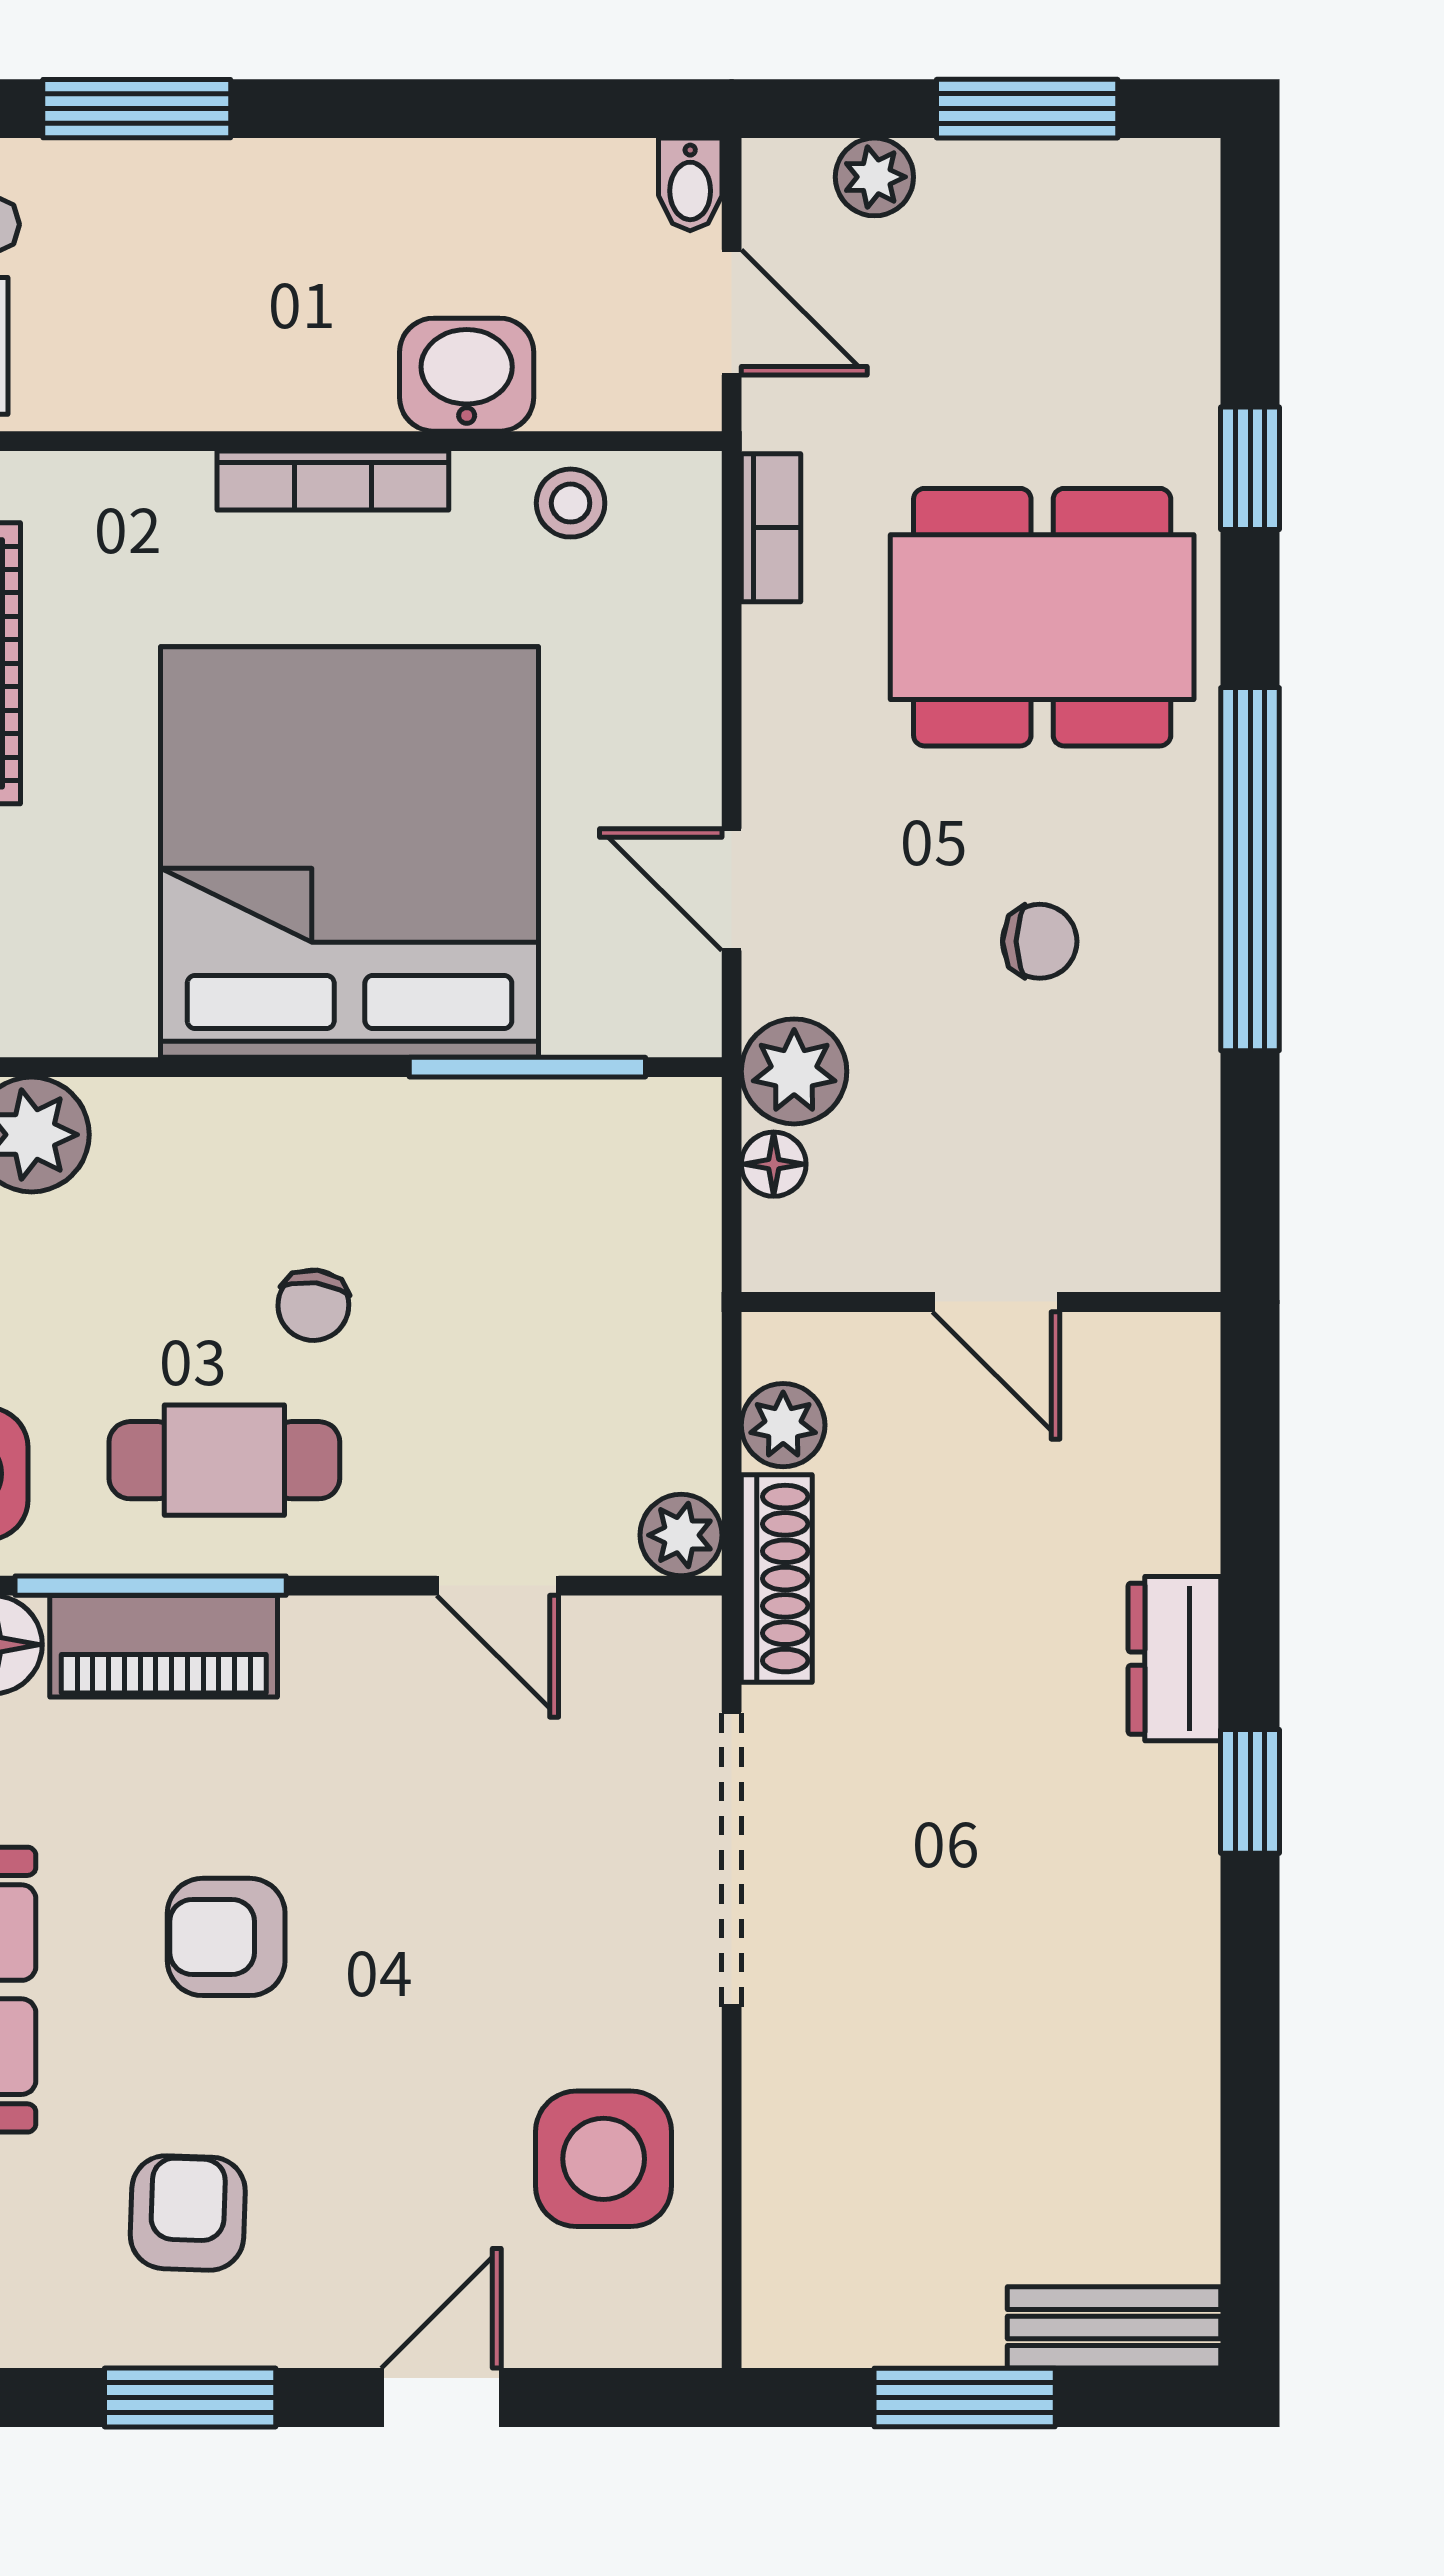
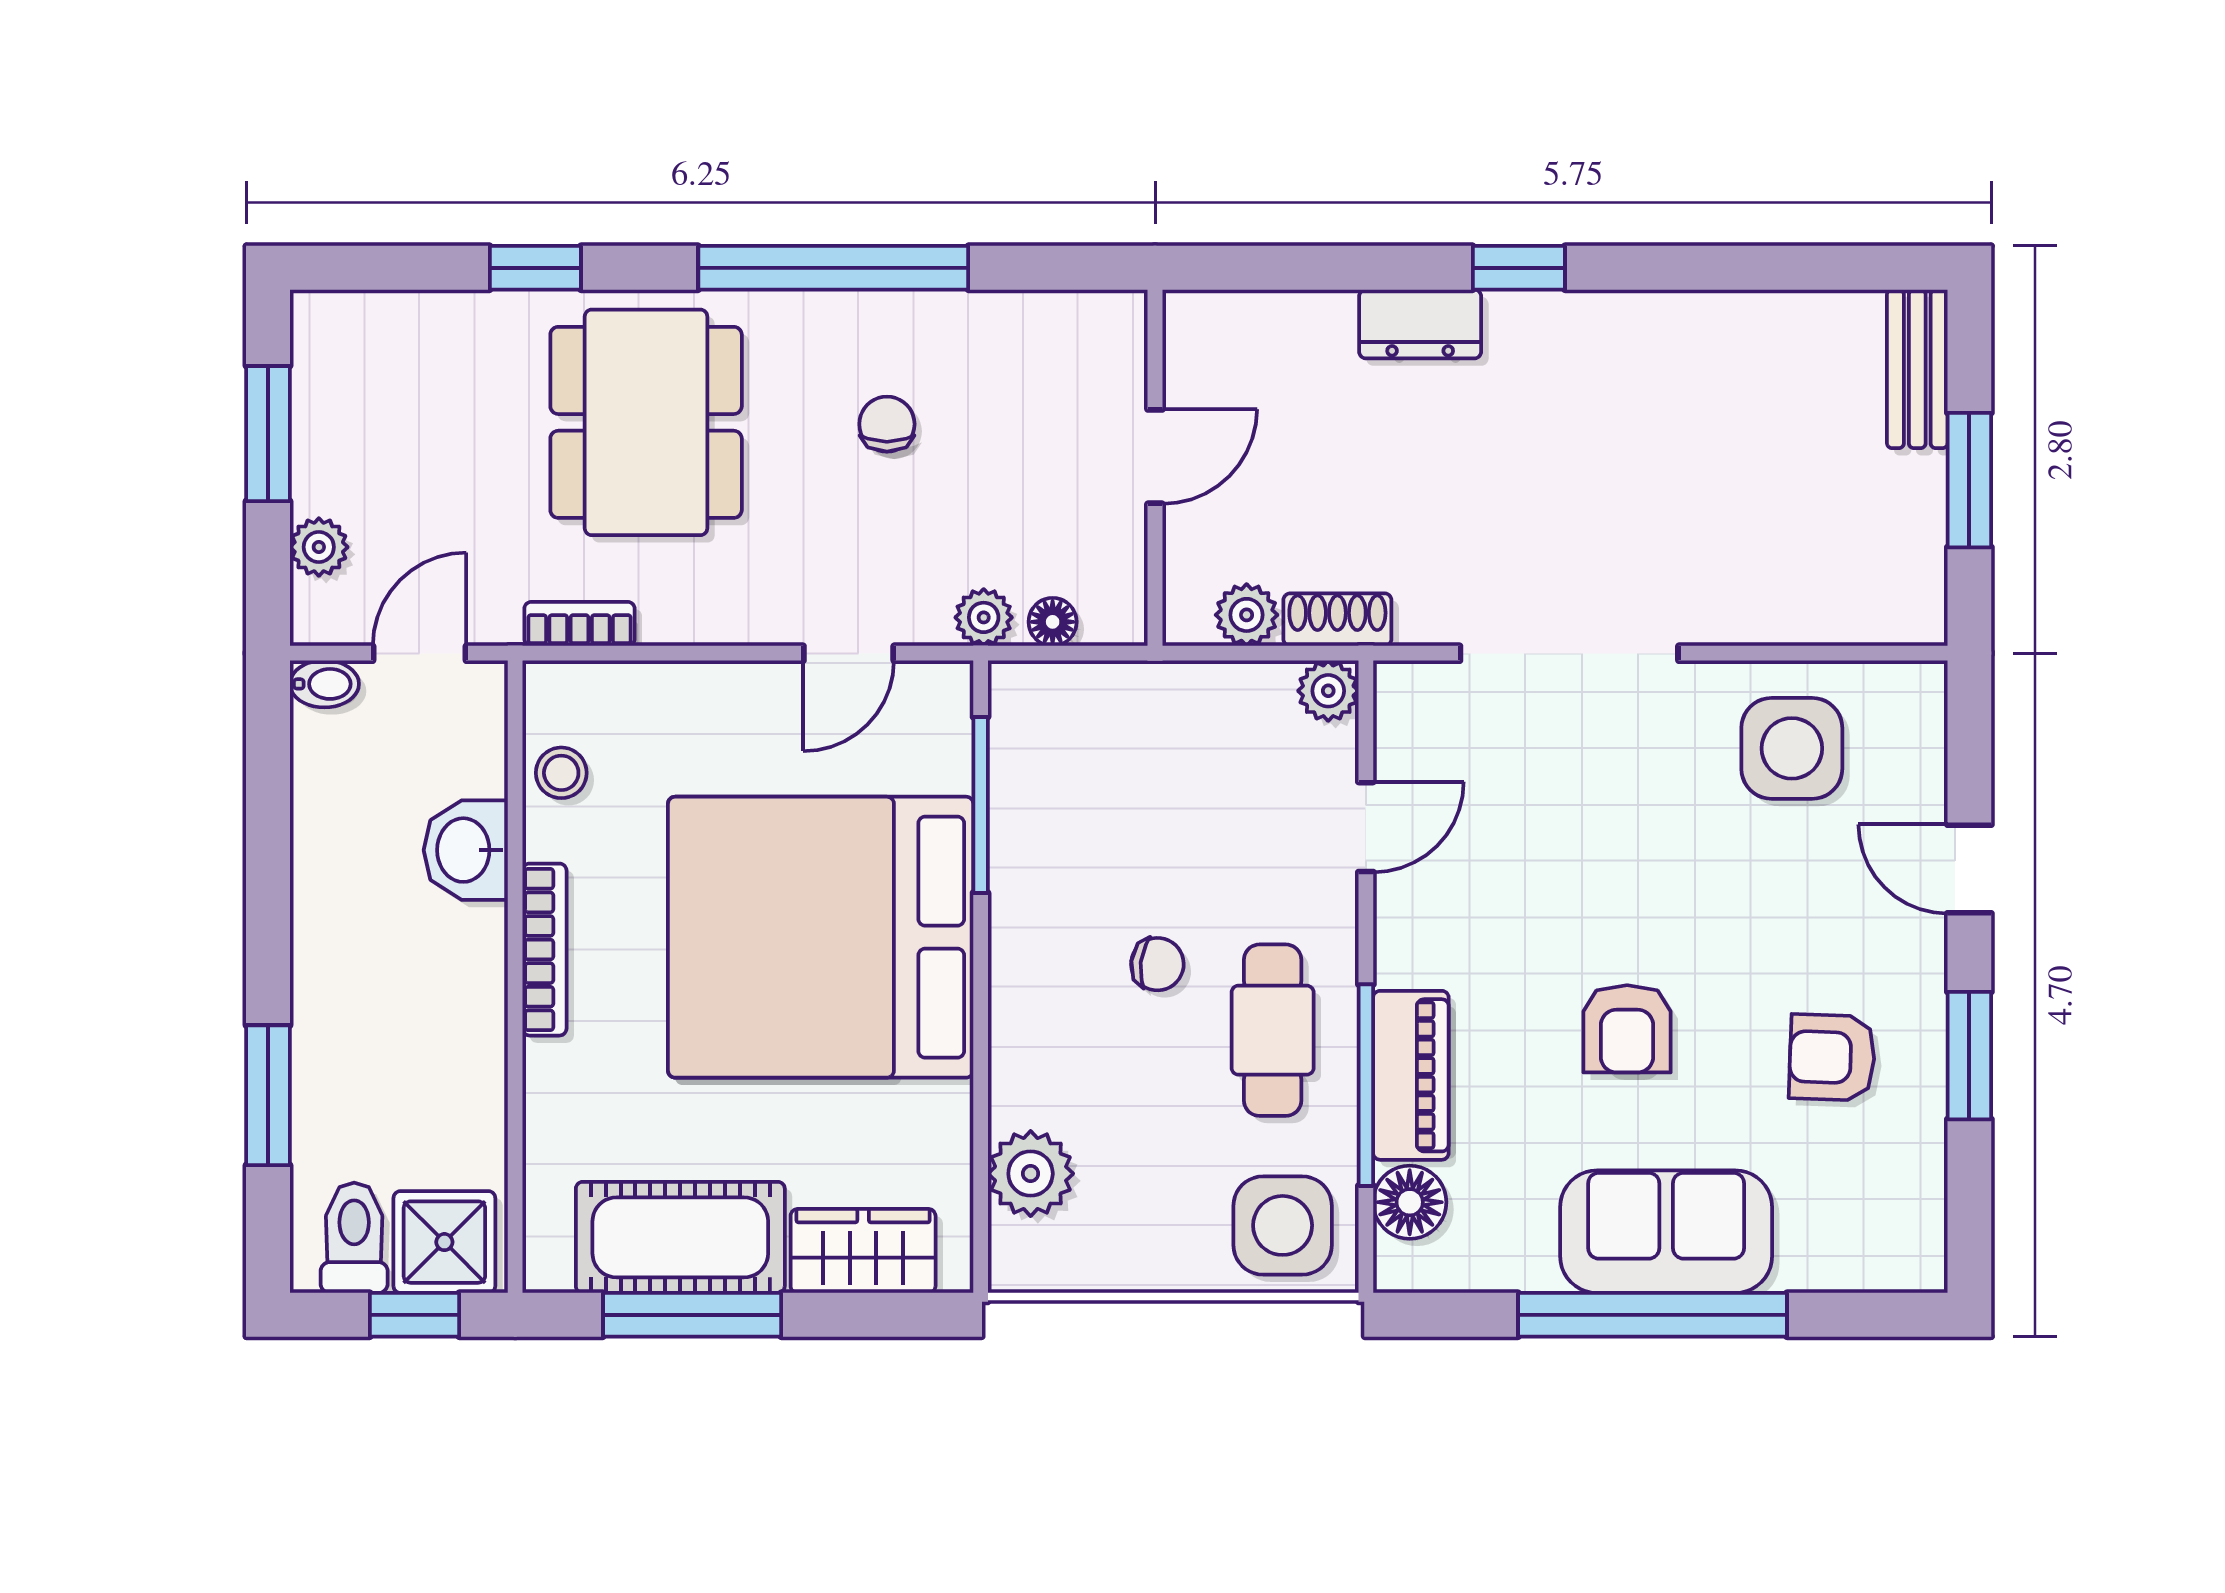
plant: (794, 1071) -> (984, 617), width x0.73, depth x0.73
shoe rack: (777, 1579) -> (1337, 620), width x0.70

